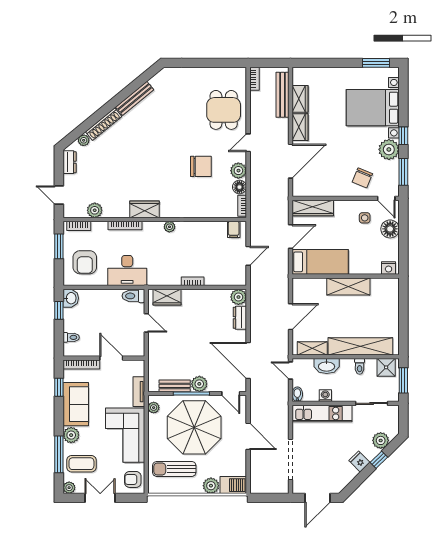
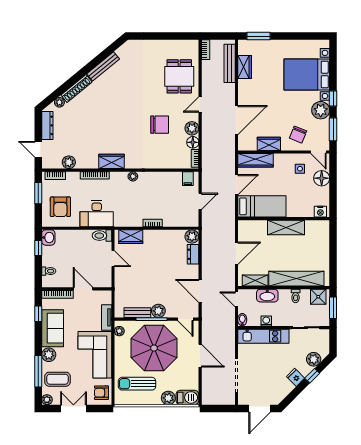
window: (376, 63) -> (259, 36), moved
wardrobe: (300, 127) -> (269, 144), moved, turned -90
dresser: (70, 162) -> (47, 125), width x1.44
door: (248, 361) -> (200, 291), width x0.73

